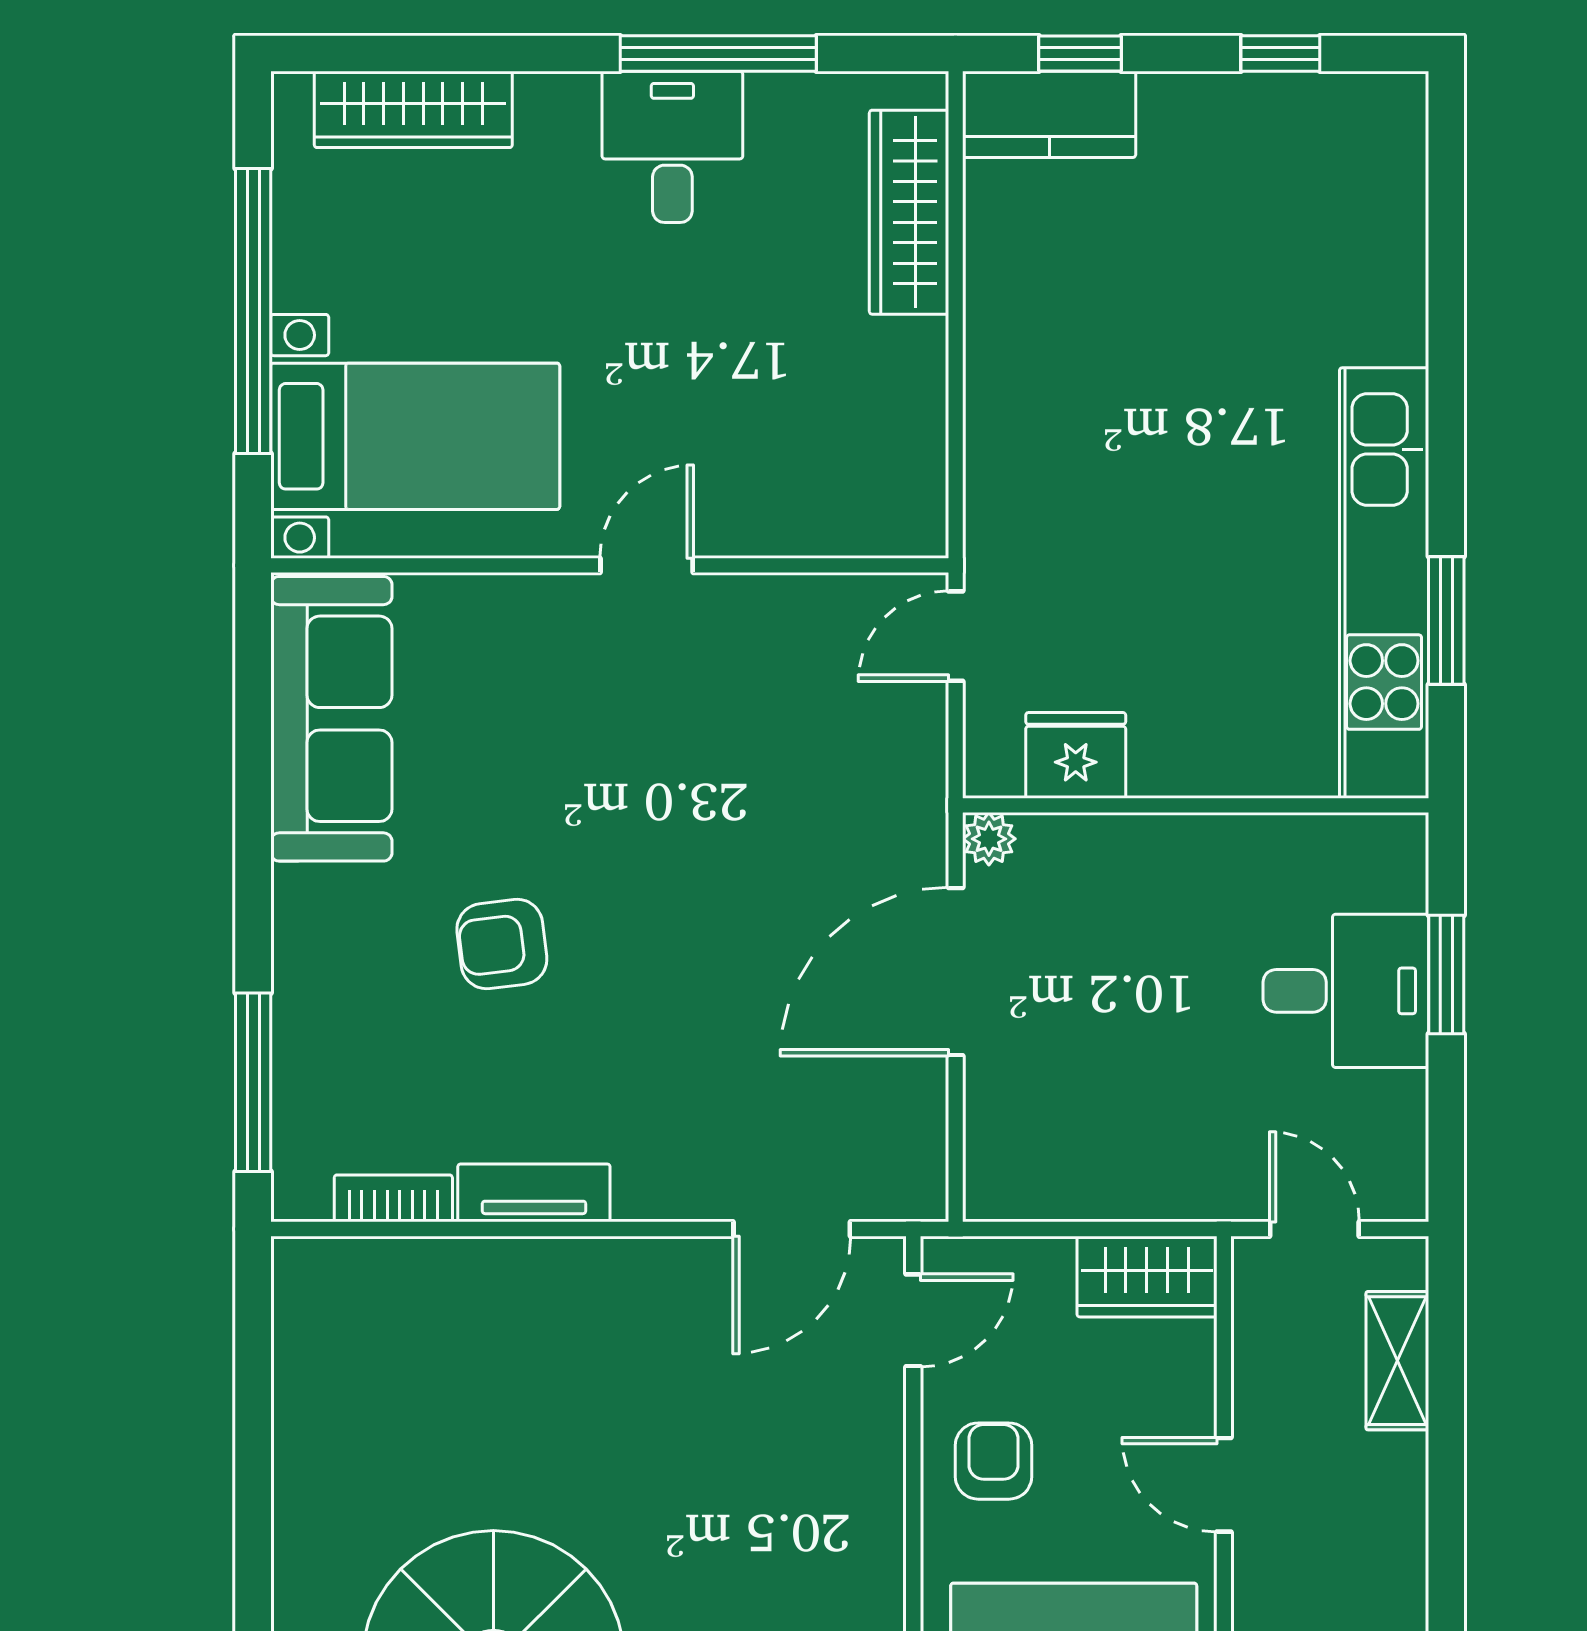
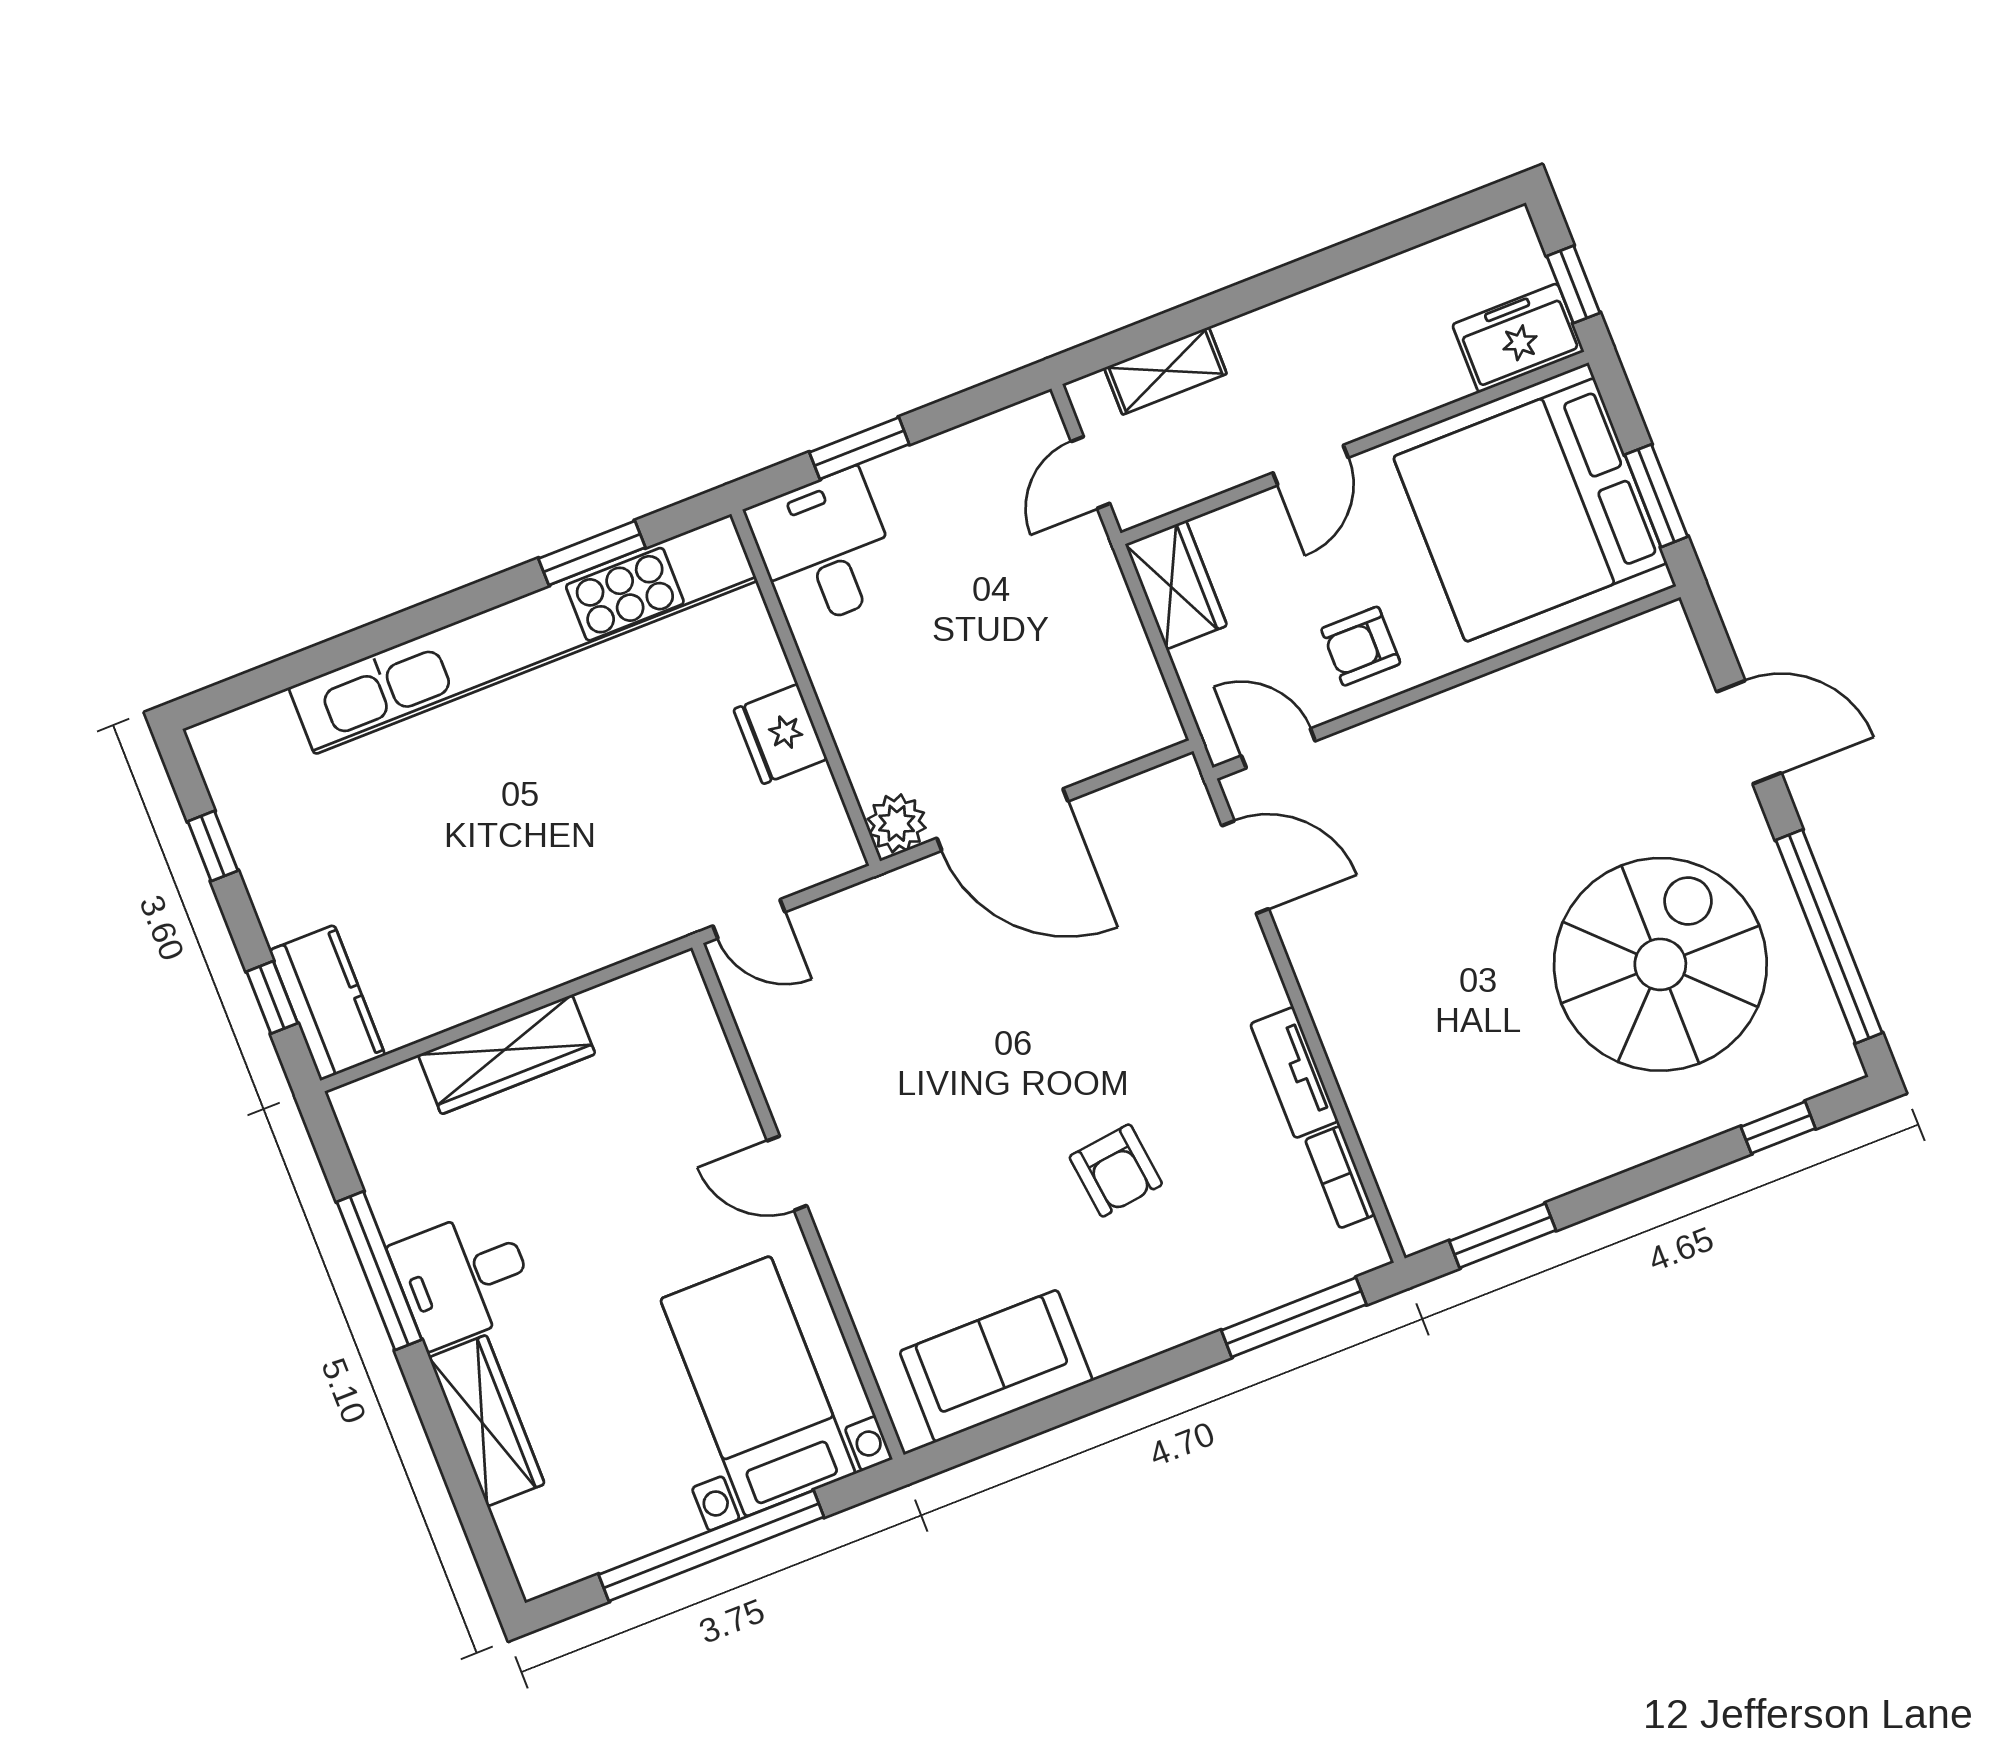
wardrobe: (413, 109) -> (487, 1421), moved
wardrobe: (909, 212) -> (507, 1054), moved
kitchen unit: (1384, 583) -> (523, 634), width x1.36
sofa: (331, 719) -> (996, 1366), width x0.73
fridge: (1076, 755) -> (780, 734), moved
plant: (989, 839) -> (897, 823), width x1.38, depth x1.38
desk: (1346, 991) -> (825, 549), moved
window: (253, 1359) -> (1503, 1236), added

